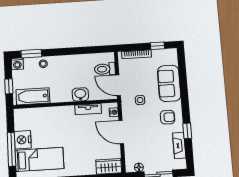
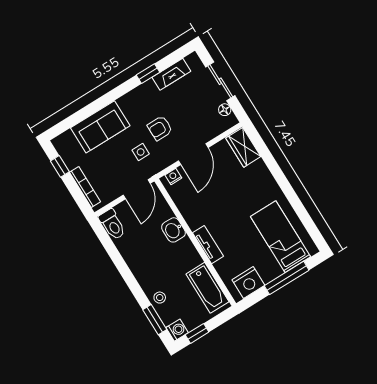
toilet: (105, 69) -> (112, 224), moved
window: (9, 86) -> (197, 333), moved
tv unit: (88, 109) -> (208, 245), moved
armchair: (168, 117) -> (160, 128), moved, turned -90
nightstand: (23, 140) -> (248, 282), moved

